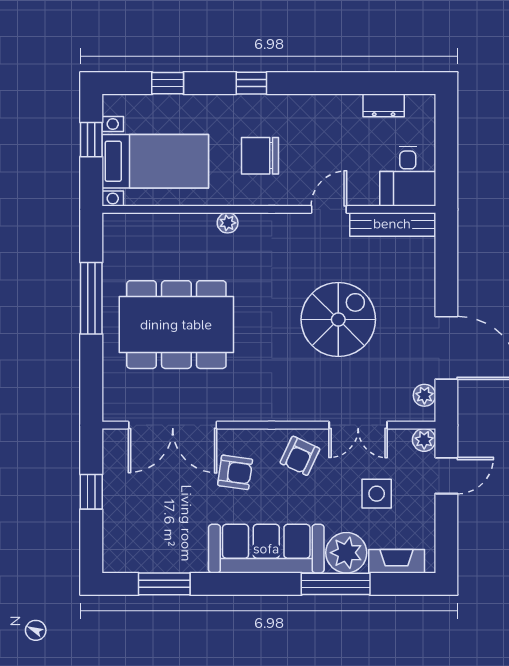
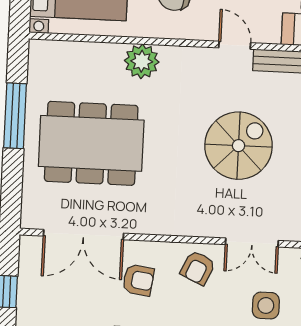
door: (329, 209) -> (235, 45), hinge flipped
plant: (228, 223) -> (142, 61), width x1.88, depth x1.88

